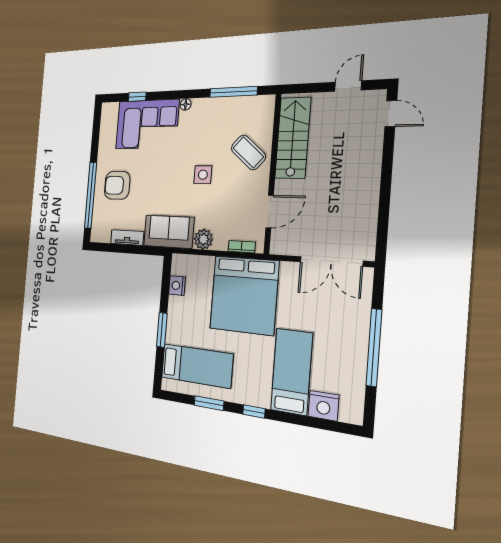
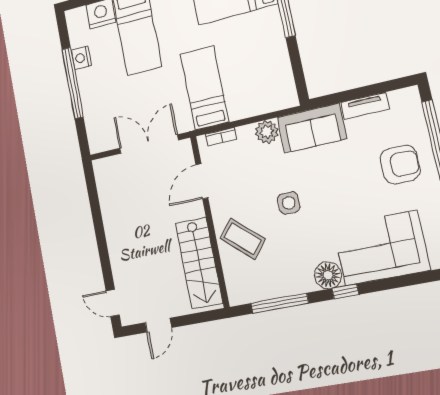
window: (137, 97) -> (345, 291), moved
floor lamp: (186, 104) -> (328, 275), width x1.89, depth x1.89
double door: (331, 261) -> (149, 144), moved
nightstand: (177, 286) -> (81, 58), moved, turned 180
bed: (244, 295) -> (204, 88), width x0.49

